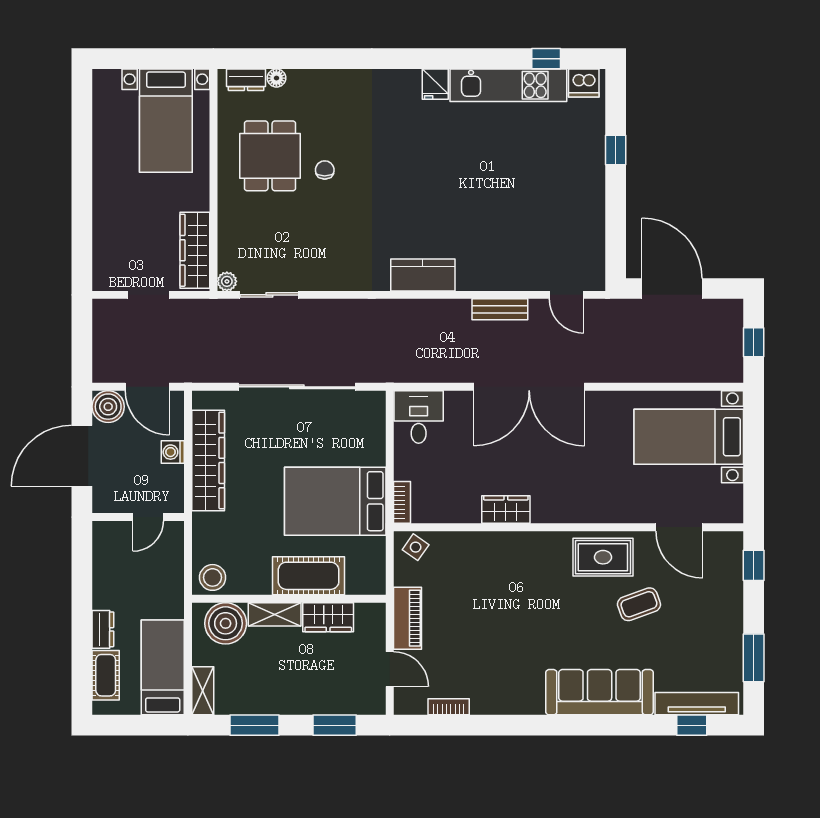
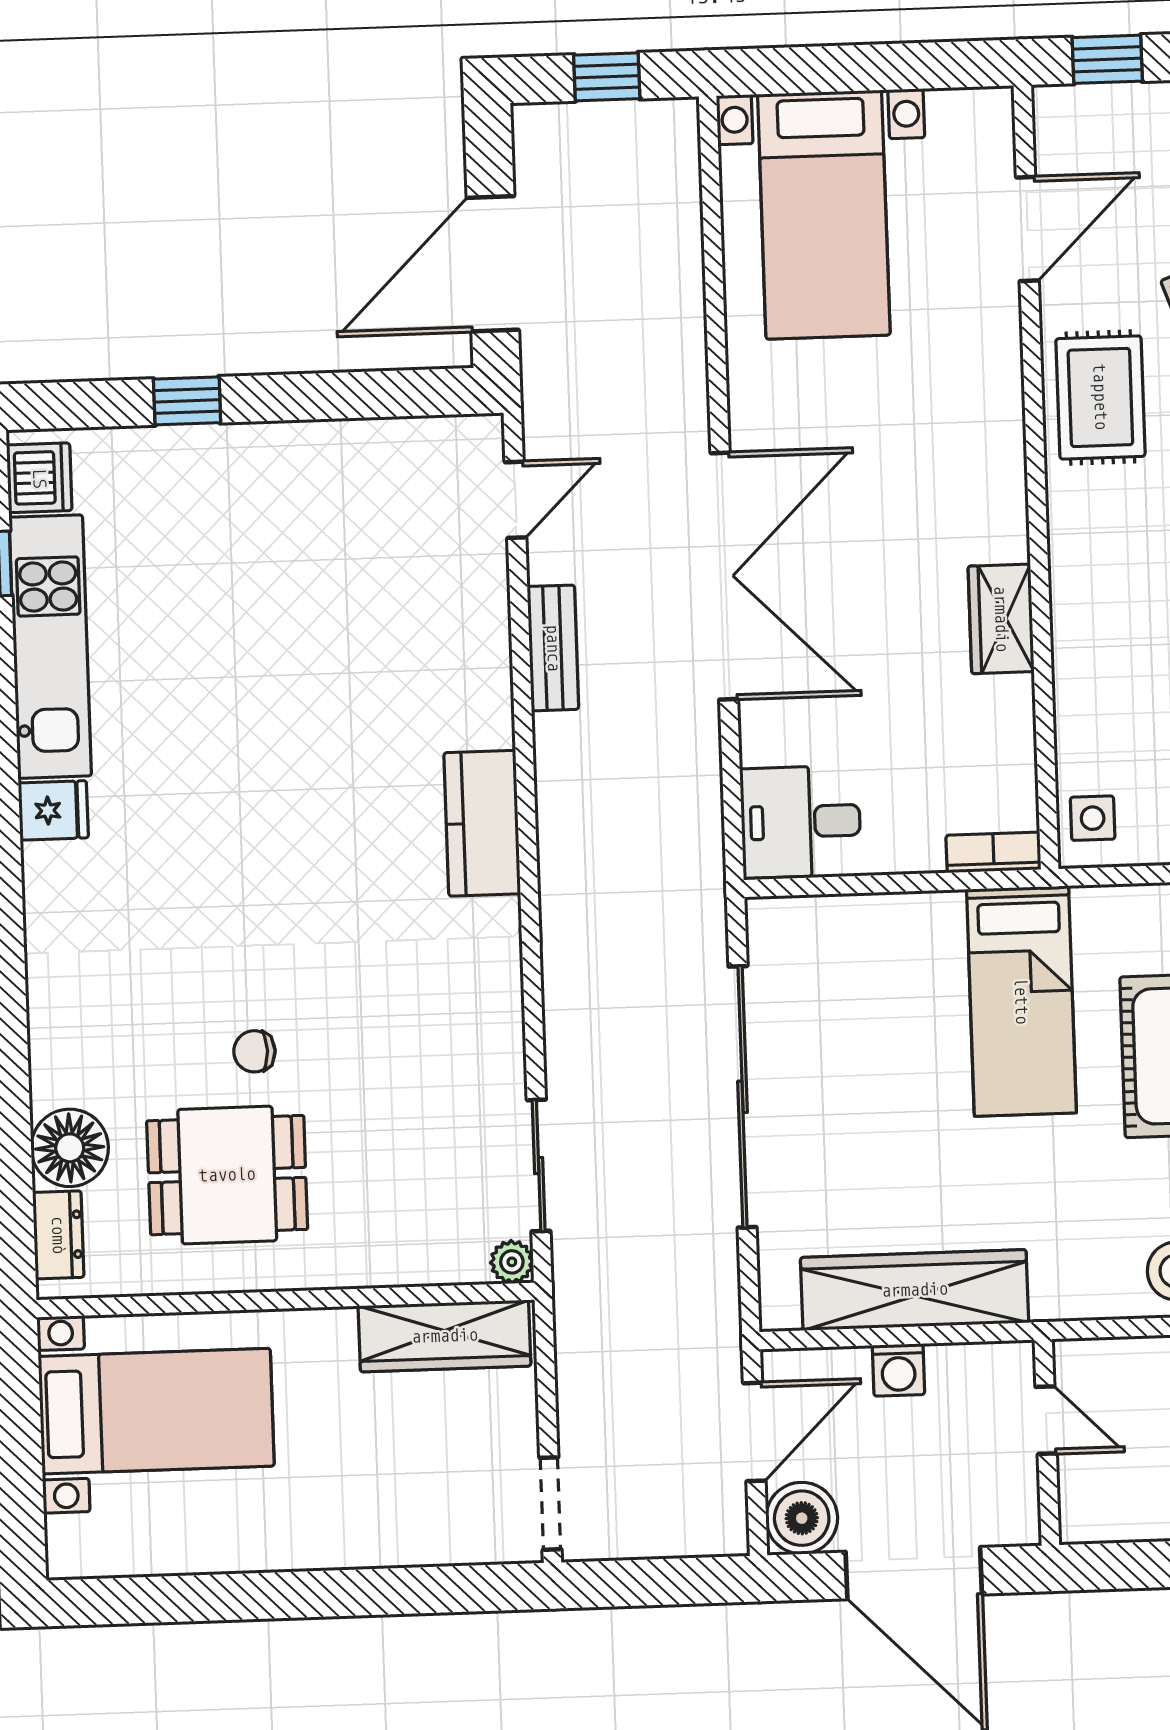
floor lamp: (276, 78) -> (70, 1148), width x1.89, depth x1.89
doorway: (148, 295) -> (550, 1504), moved
bed: (335, 501) -> (1021, 1001), width x0.67
side table: (416, 547) -> (1093, 818), turned -35

